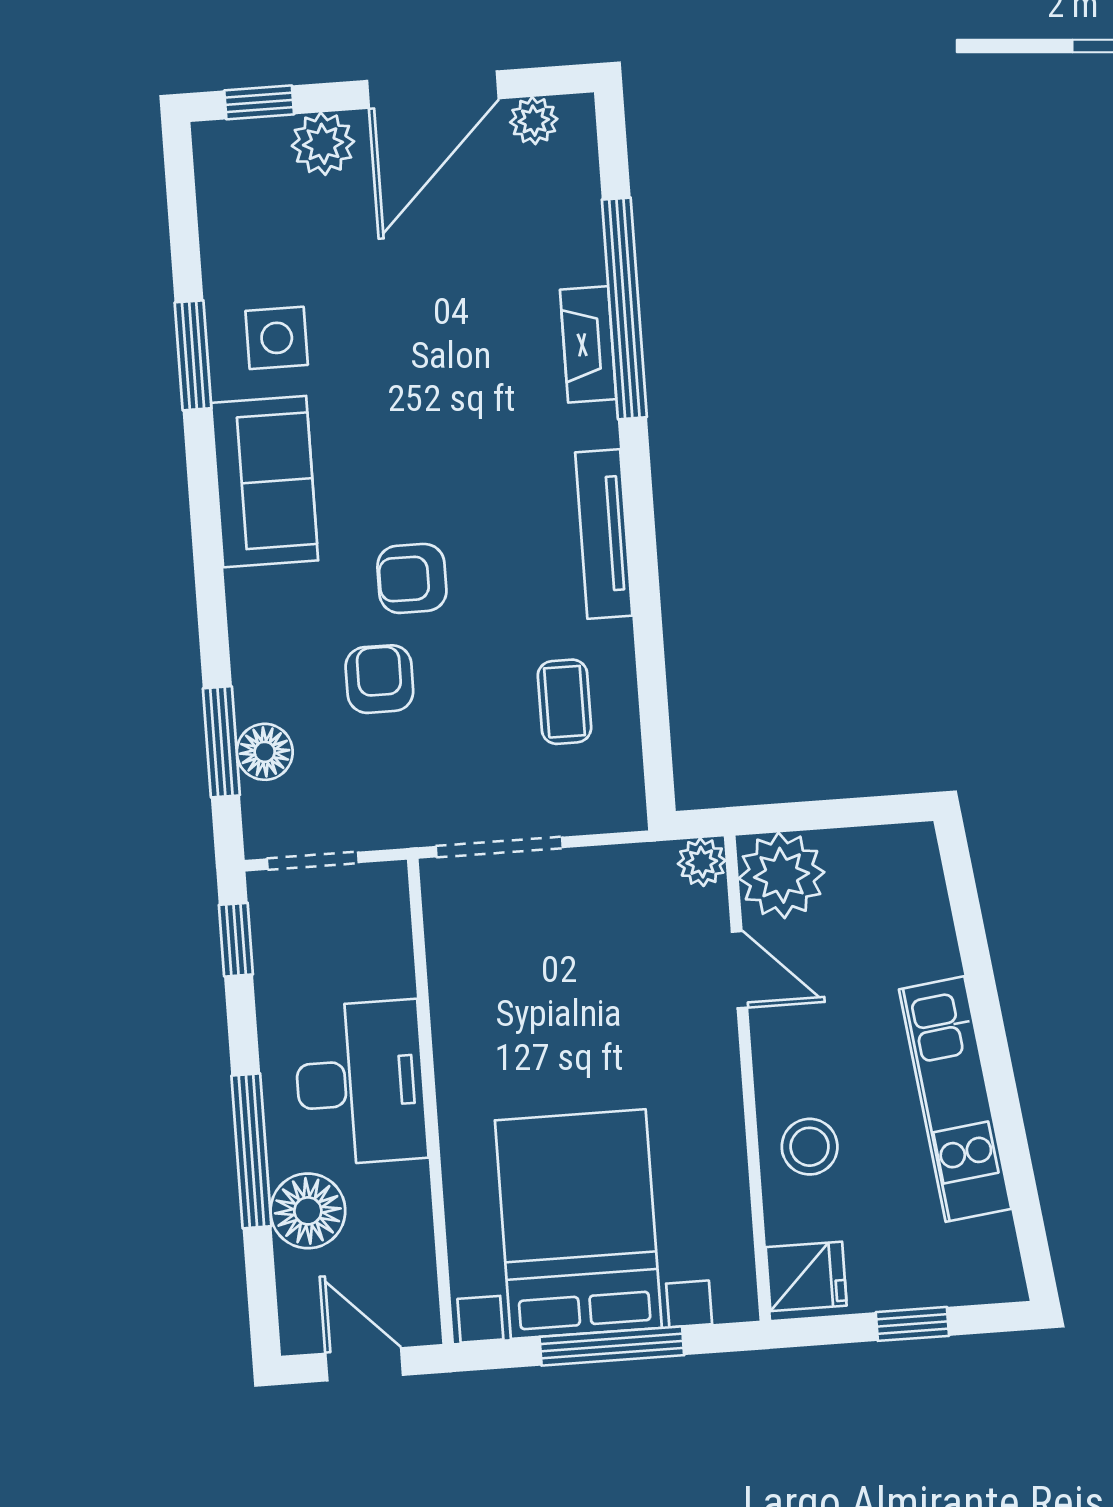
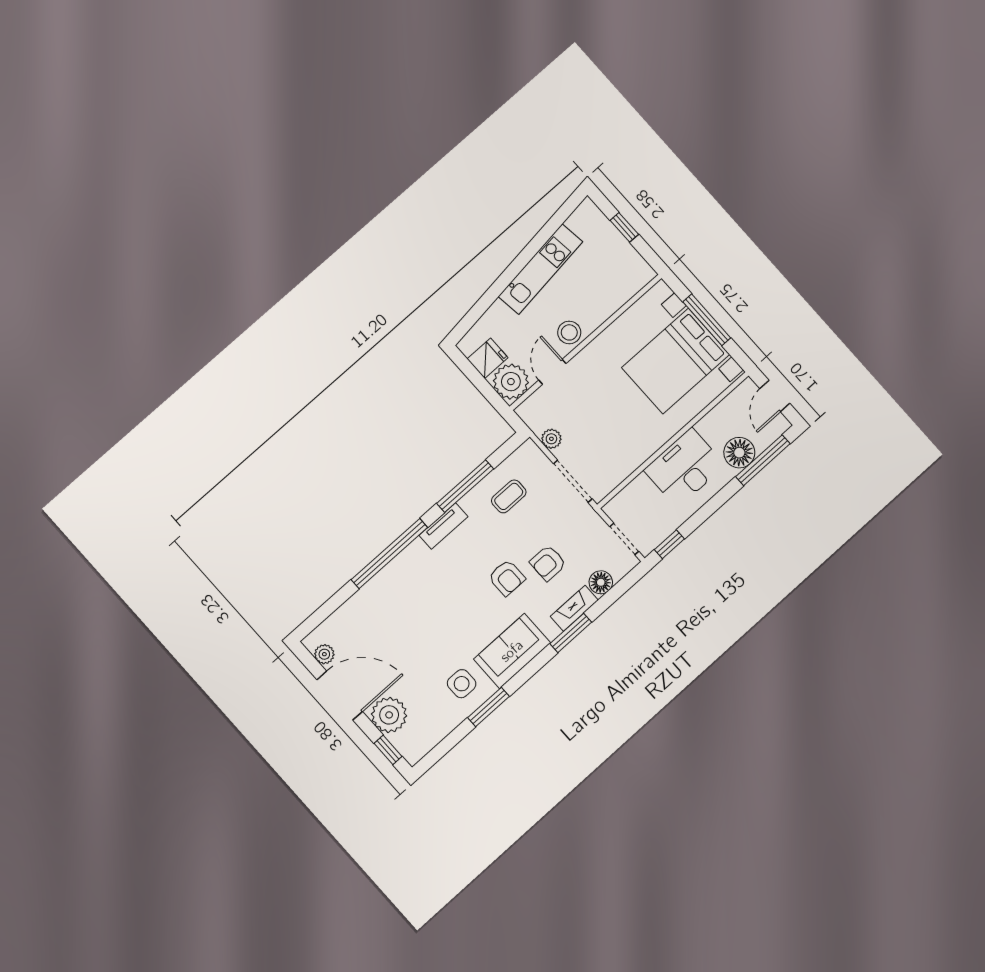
plant: (323, 144) -> (389, 715), width x1.36, depth x1.36
window: (624, 308) -> (389, 553), moved
fireplace: (588, 344) -> (574, 608), moved, turned 180
tv unit: (604, 534) -> (444, 526), width x0.71
window: (648, 634) -> (465, 486), added
window: (221, 742) -> (571, 633), moved
plant: (702, 862) -> (551, 439), moved
stool: (810, 1147) -> (569, 332), moved
window: (251, 1151) -> (763, 460), moved
fridge: (806, 1276) -> (488, 358), moved, turned 90

